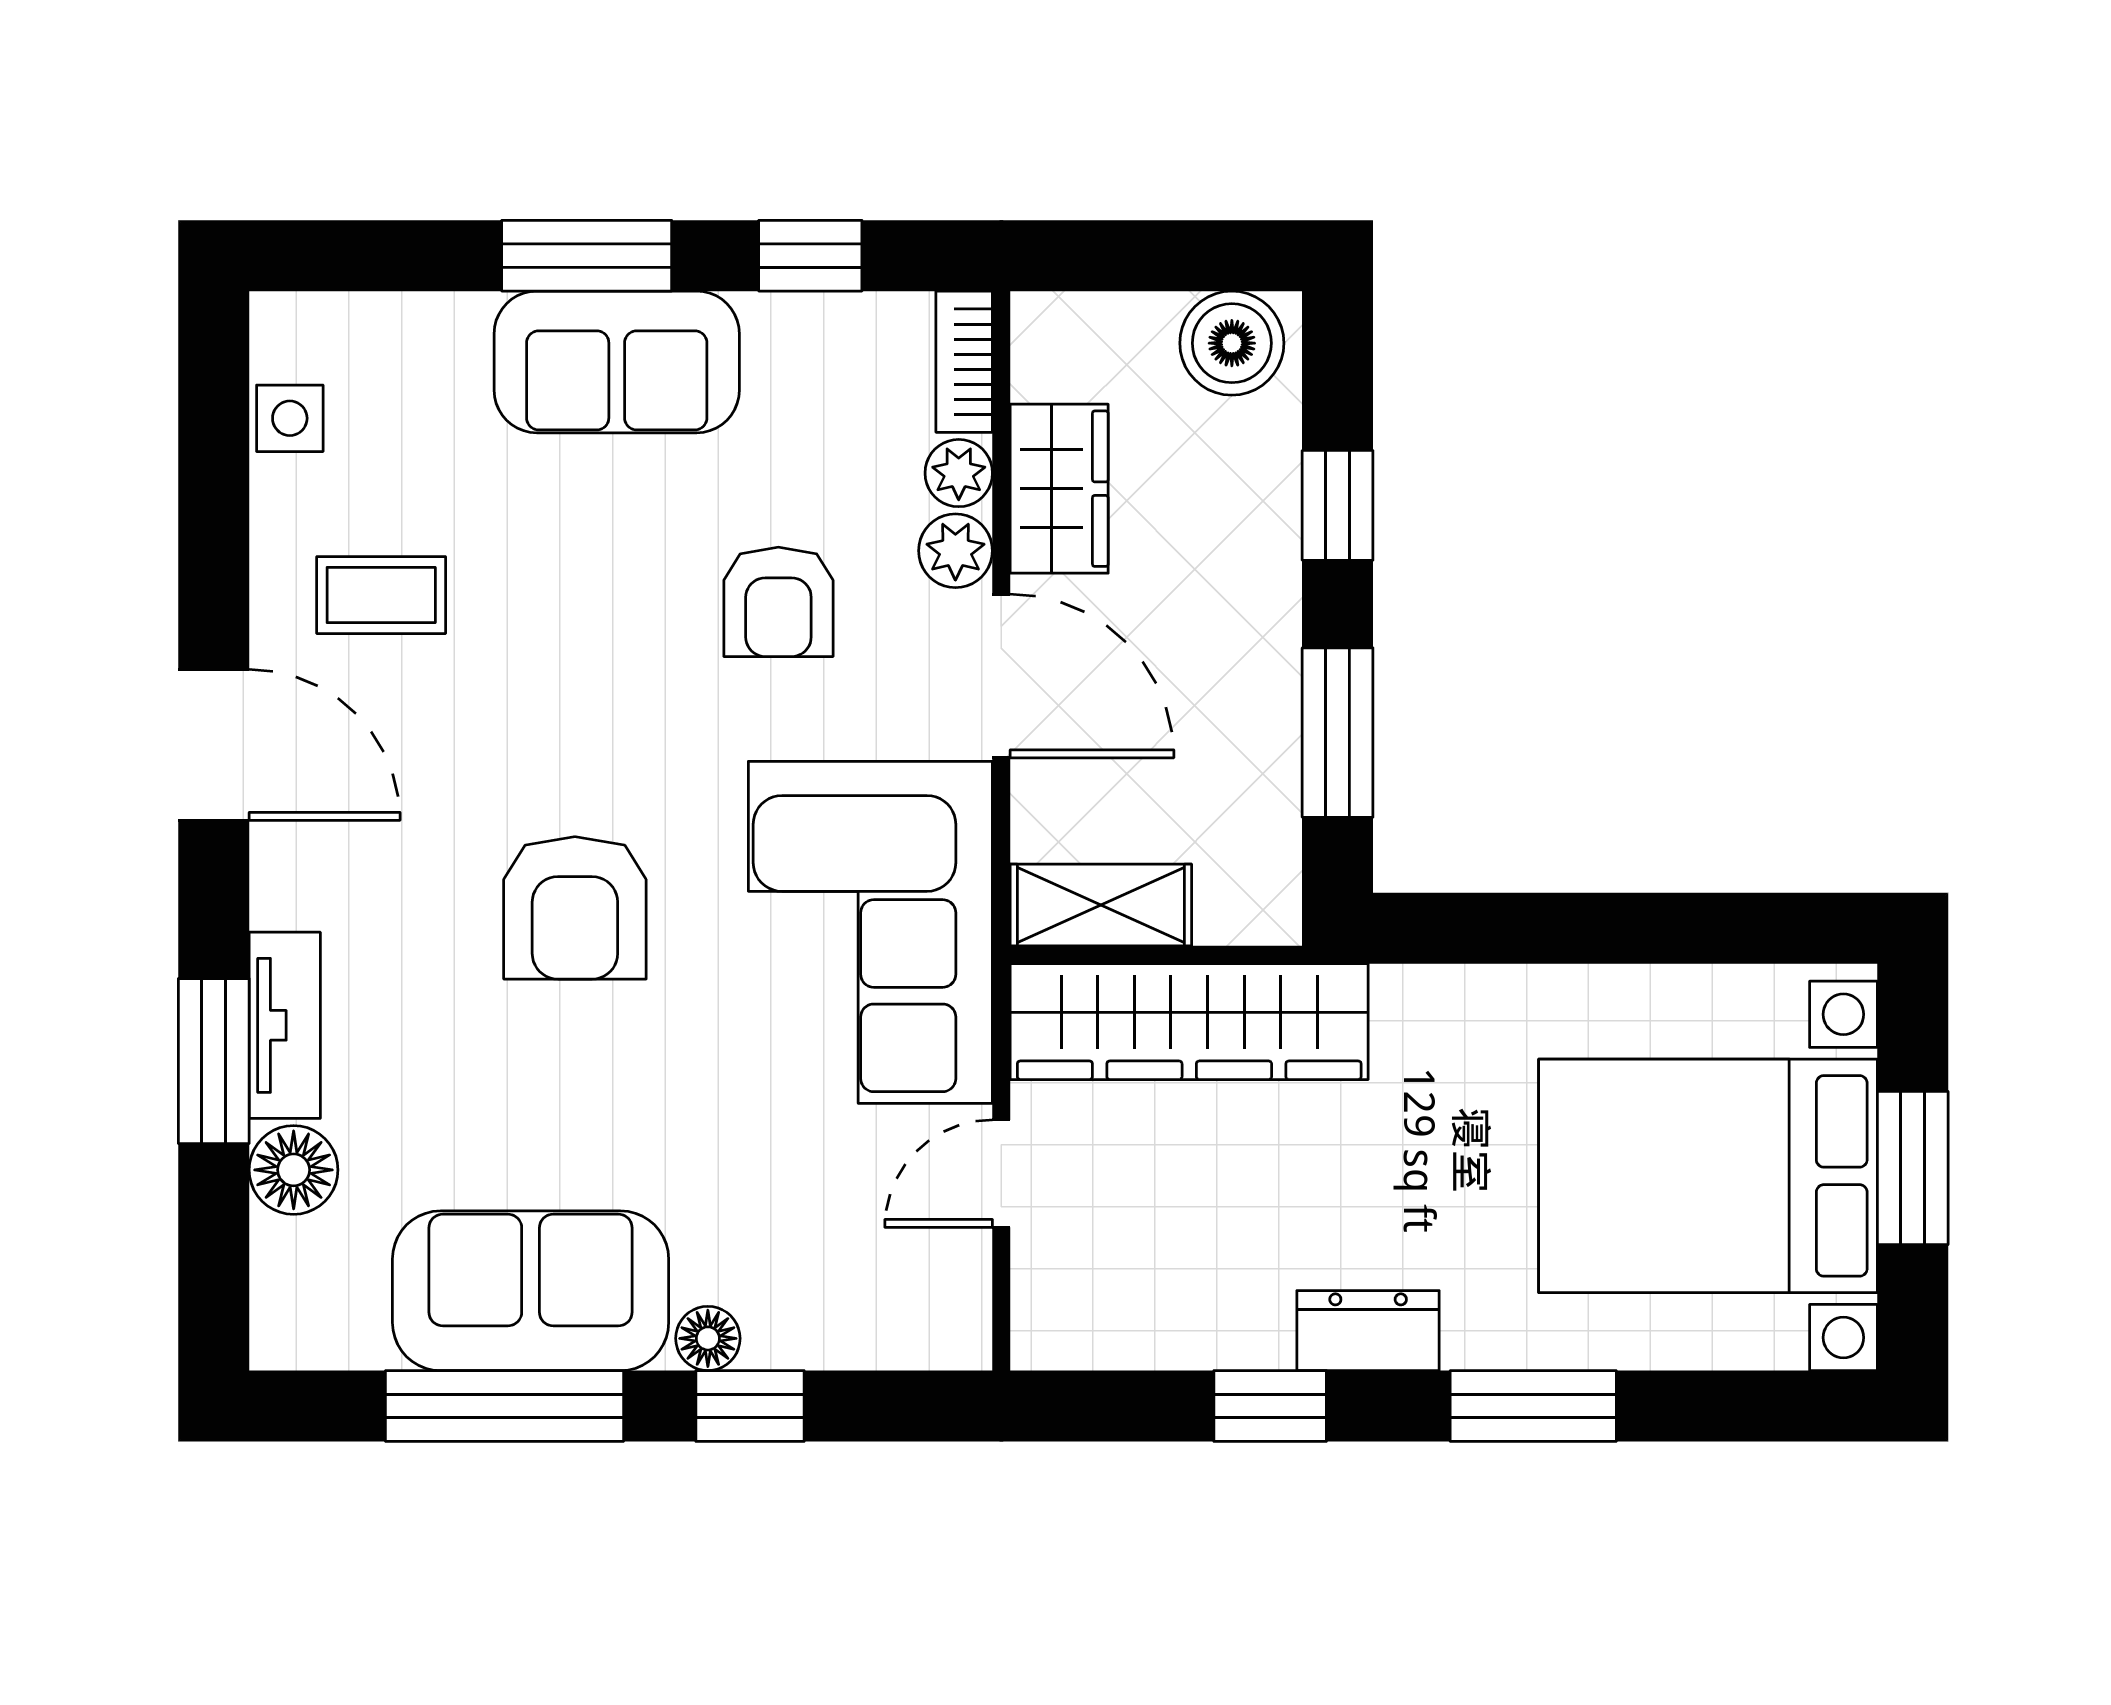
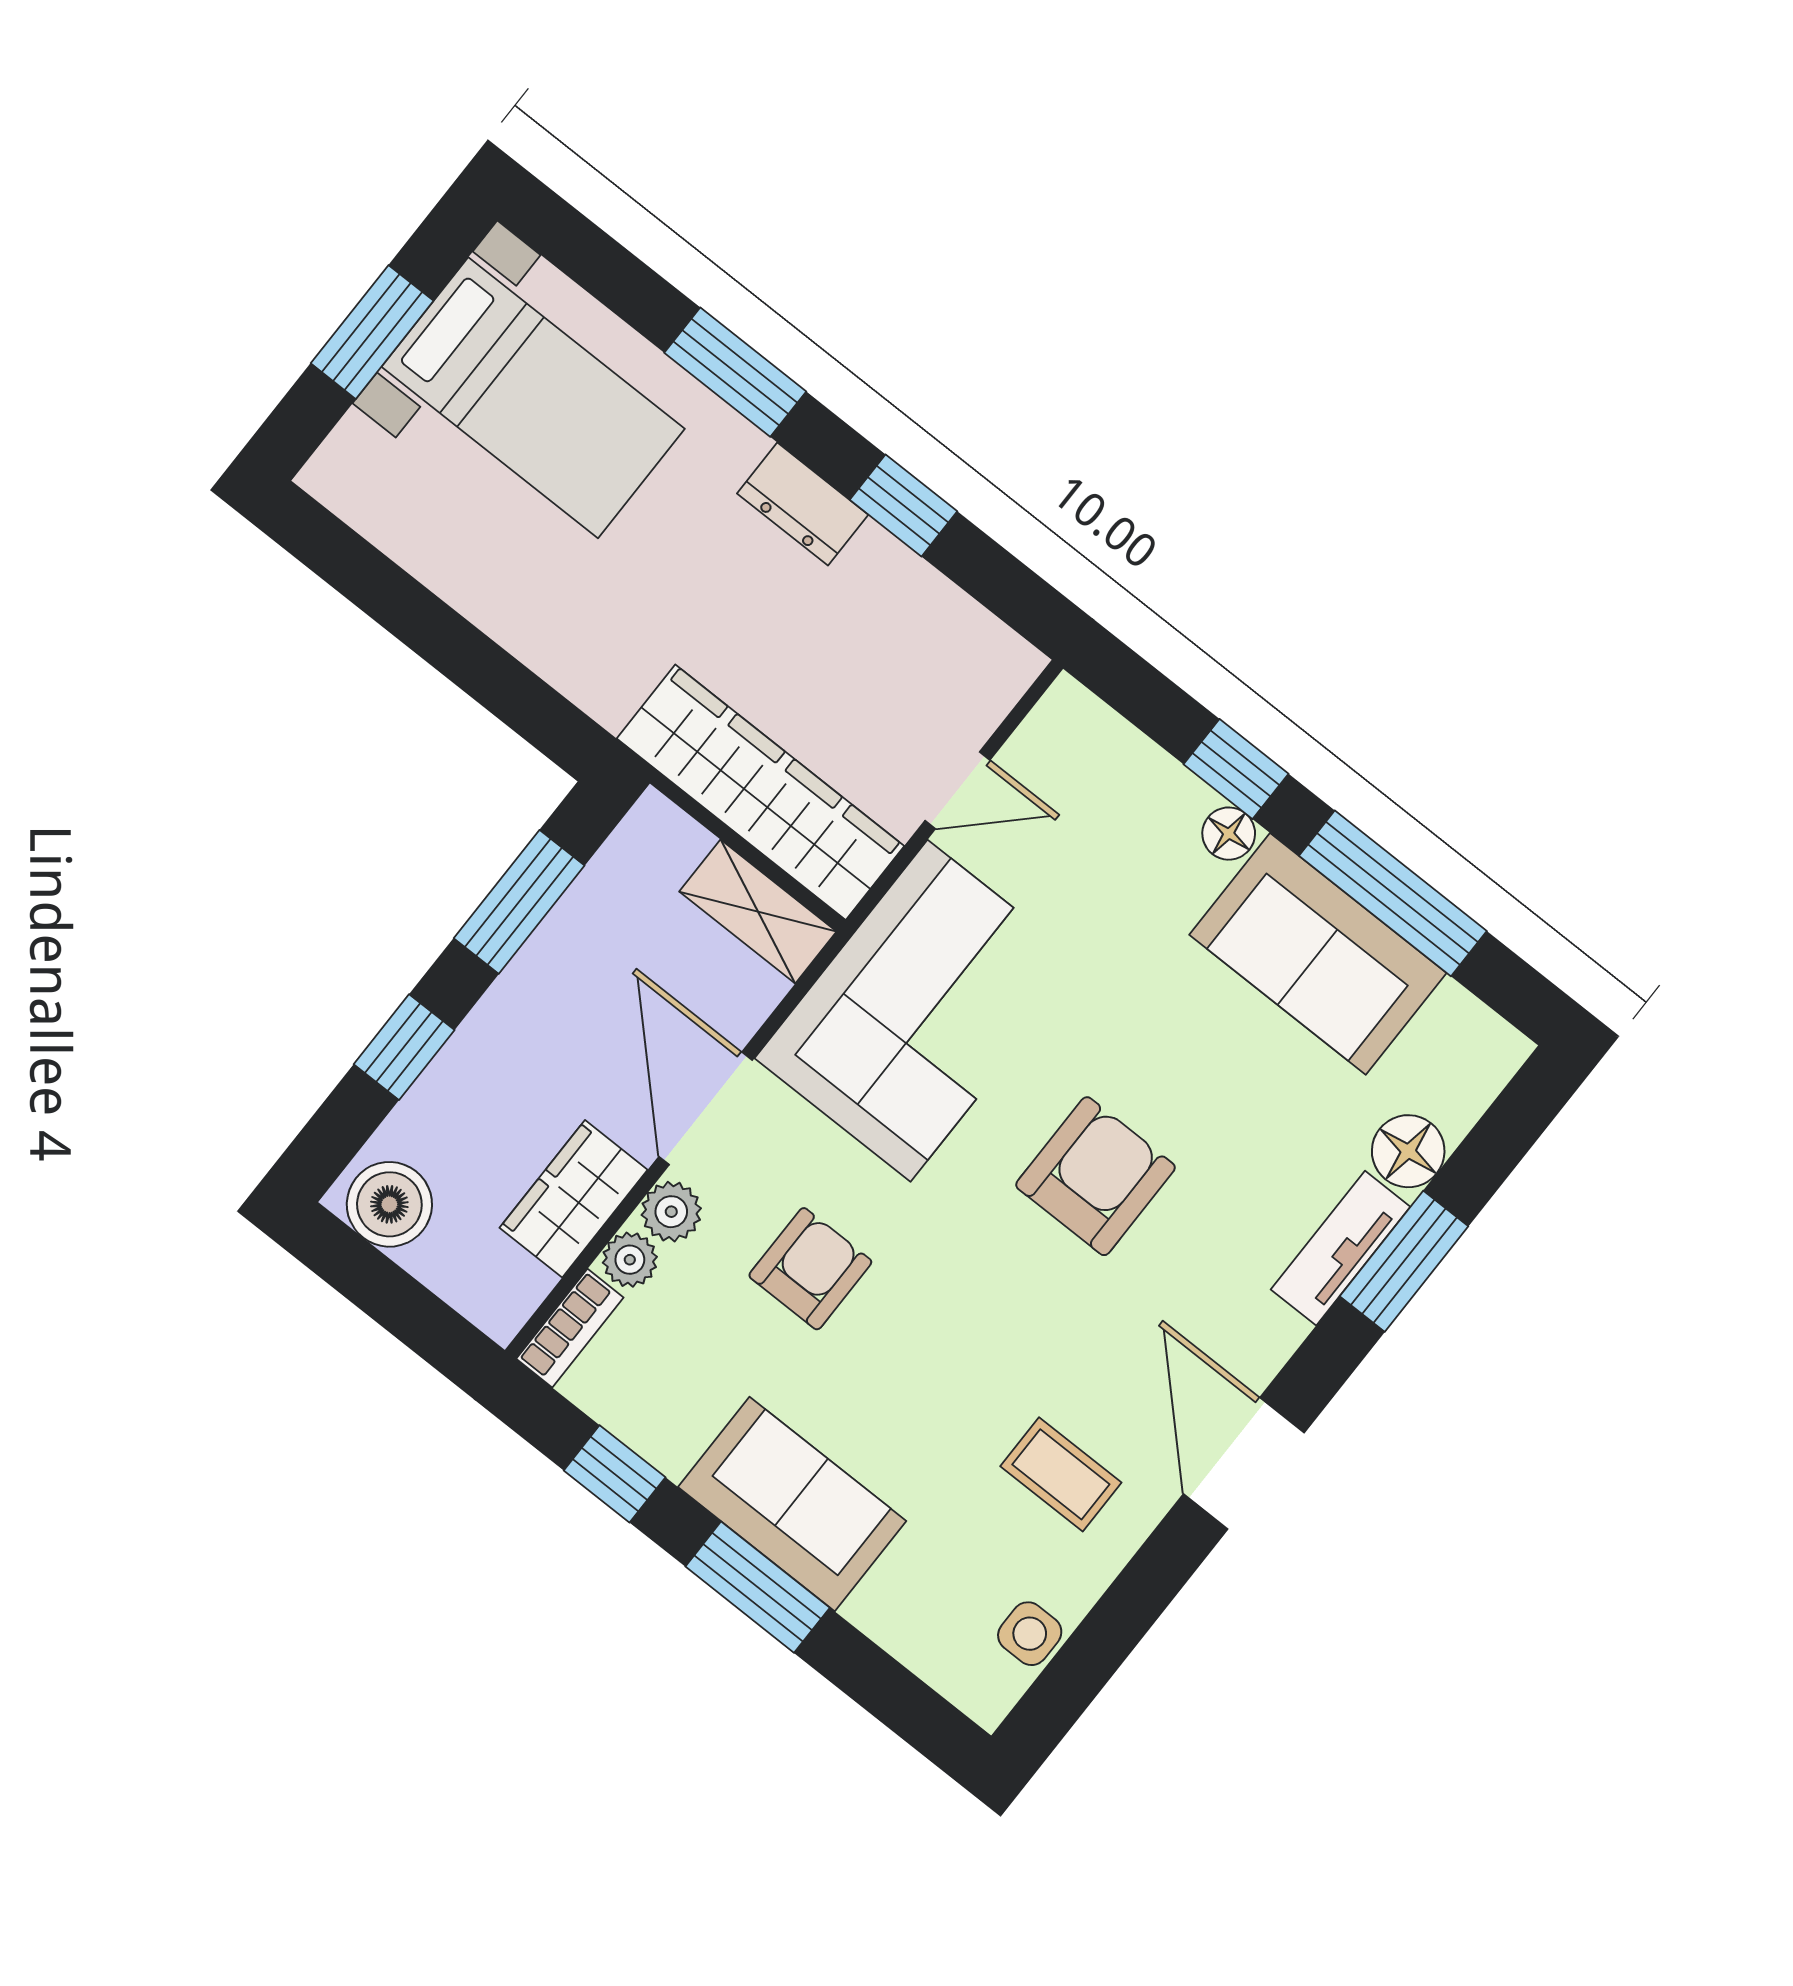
bed with nightstands: (1708, 1176) -> (533, 398), width x0.73

